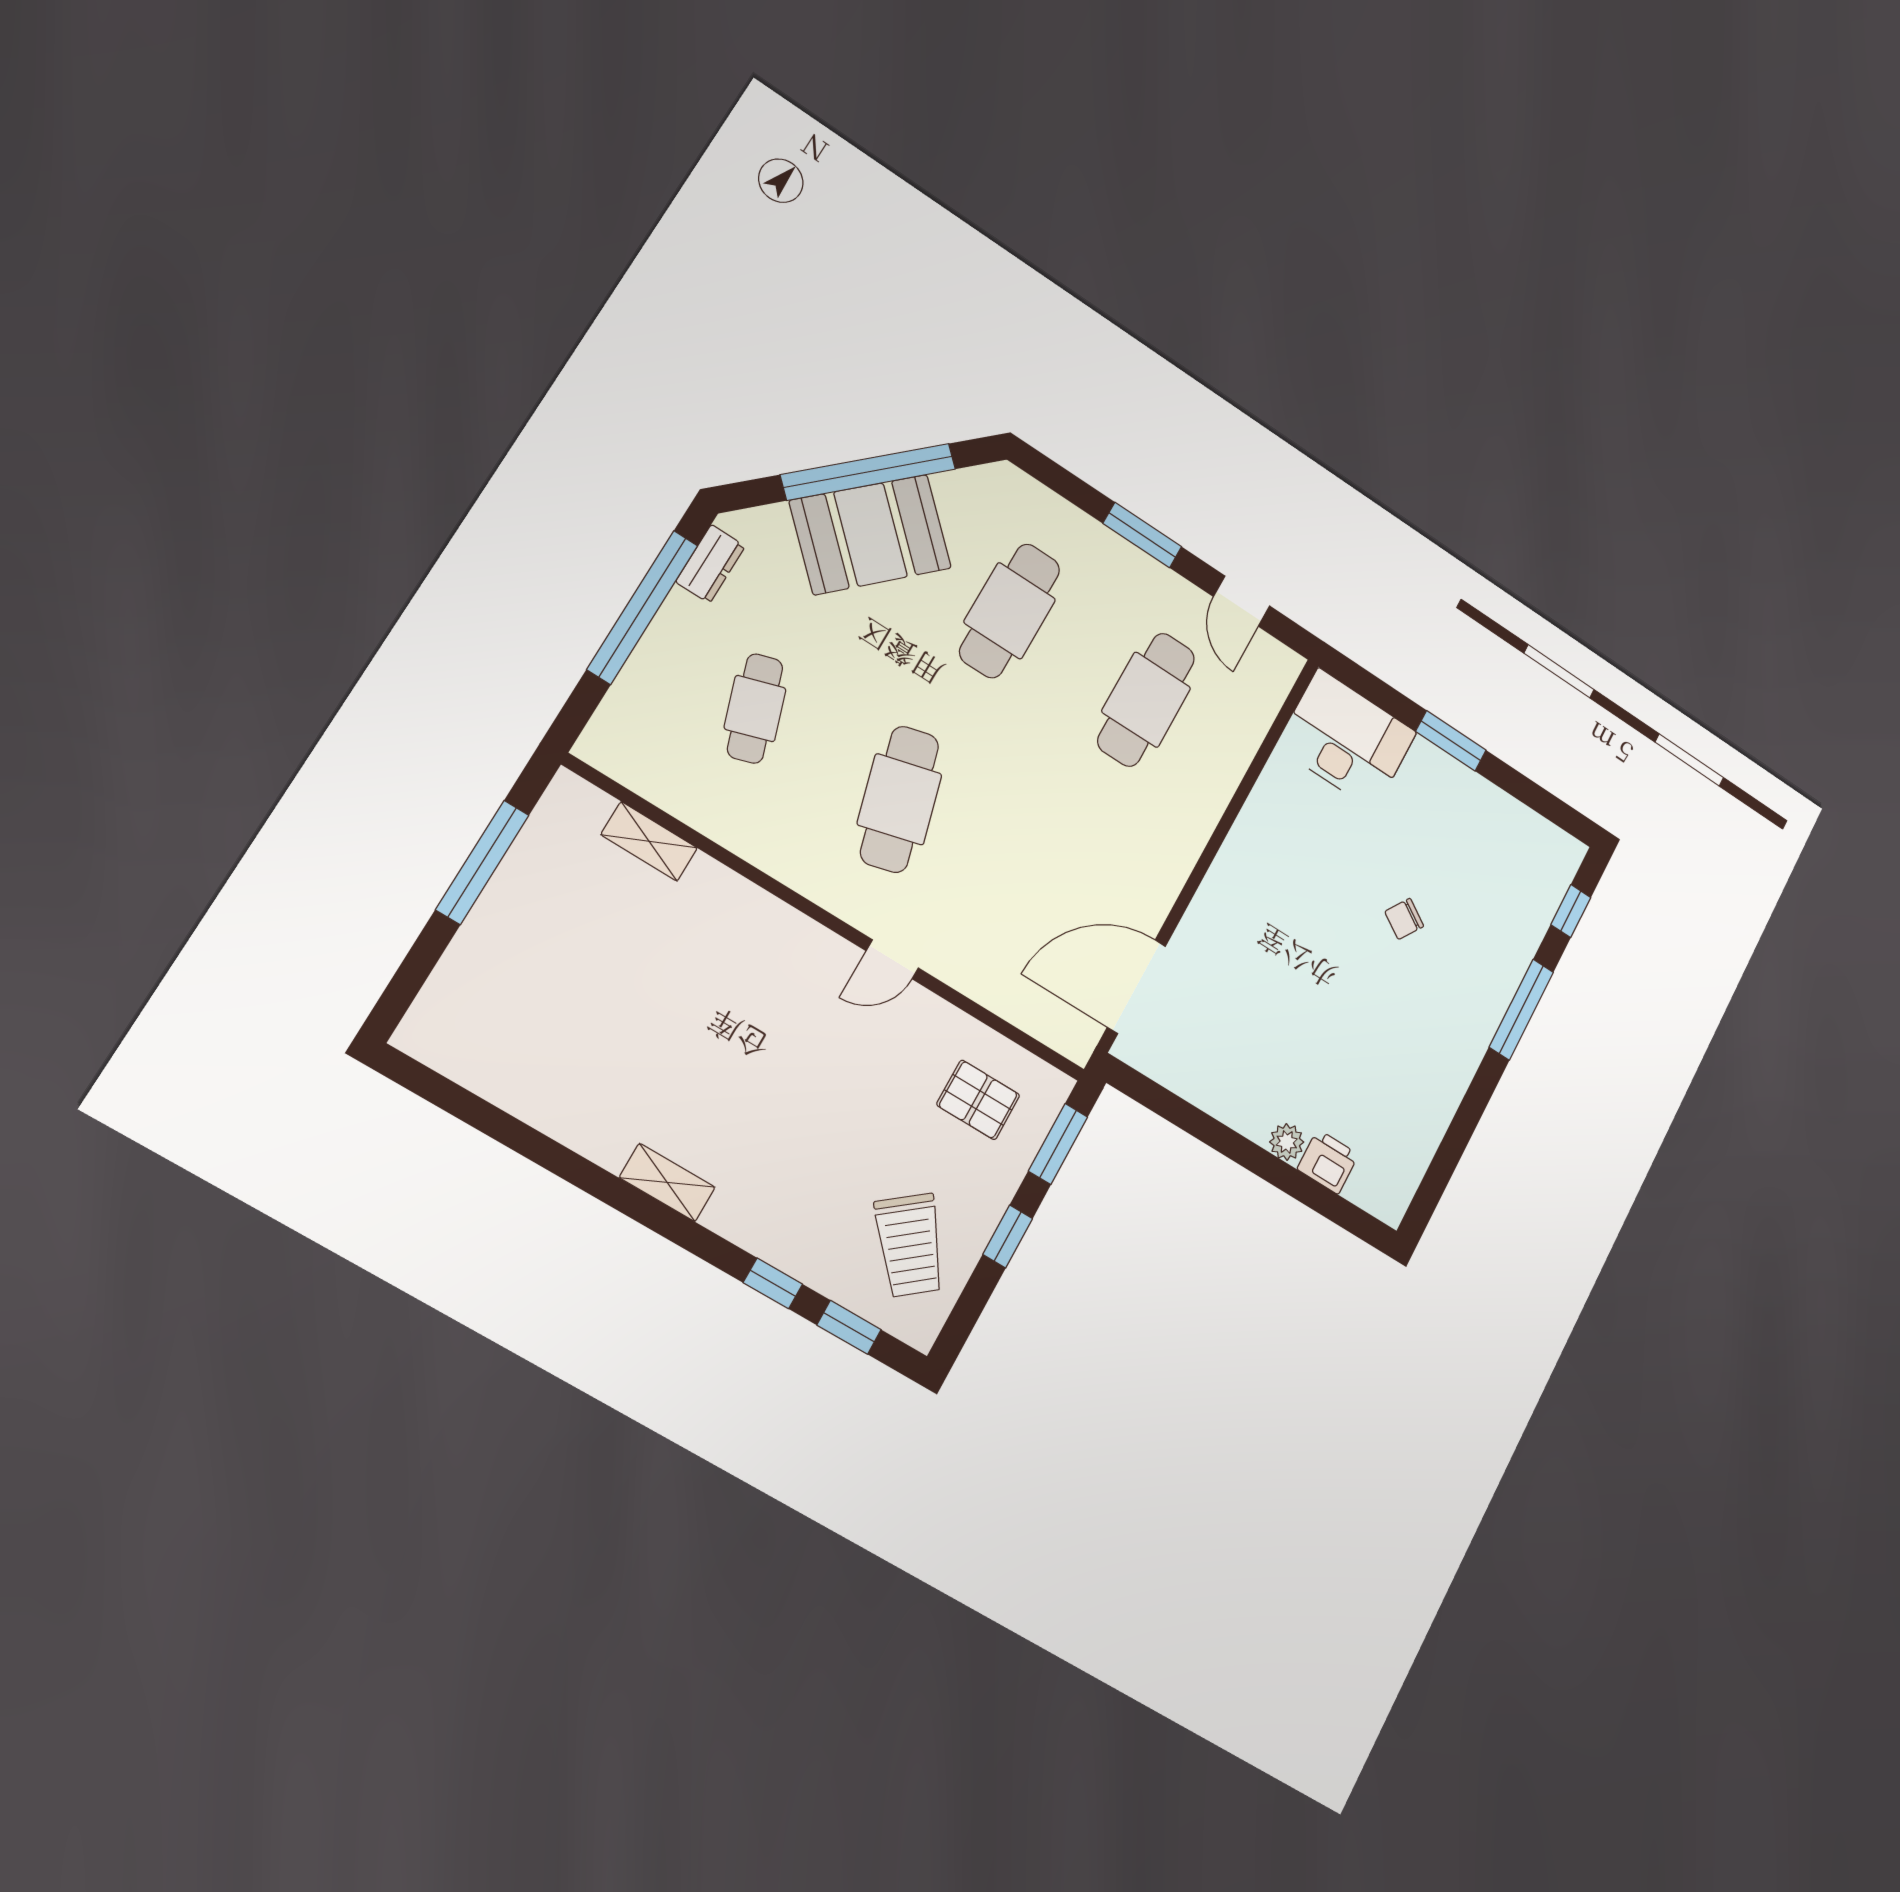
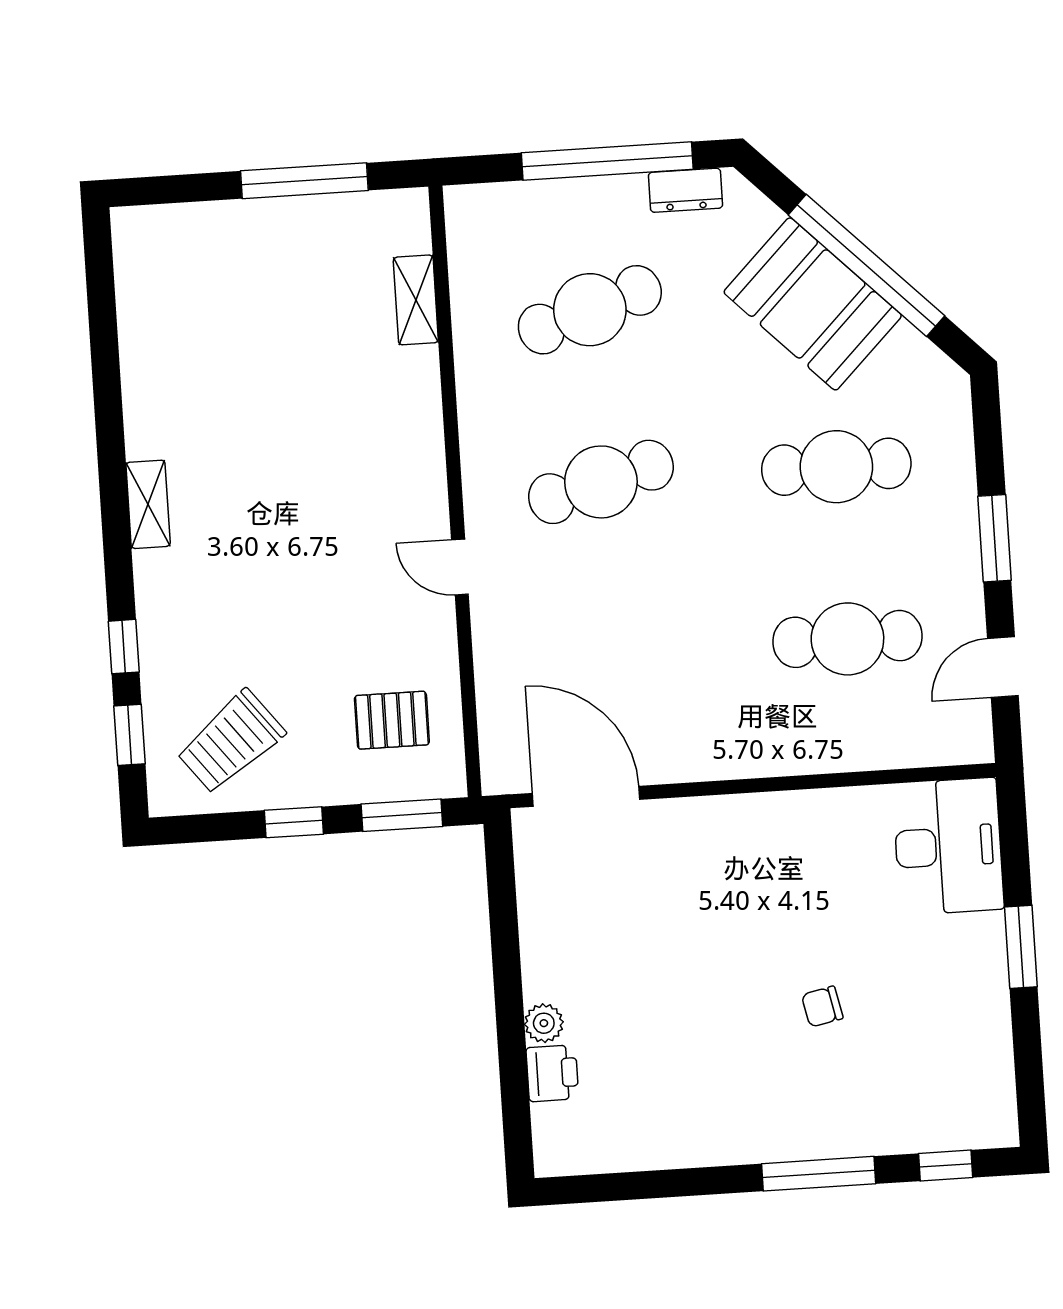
cafe table: (755, 709) -> (590, 310), width x1.37, depth x1.35
chair: (1404, 919) -> (822, 1007), turned -45
pallet: (978, 1100) -> (392, 720), turned 90

